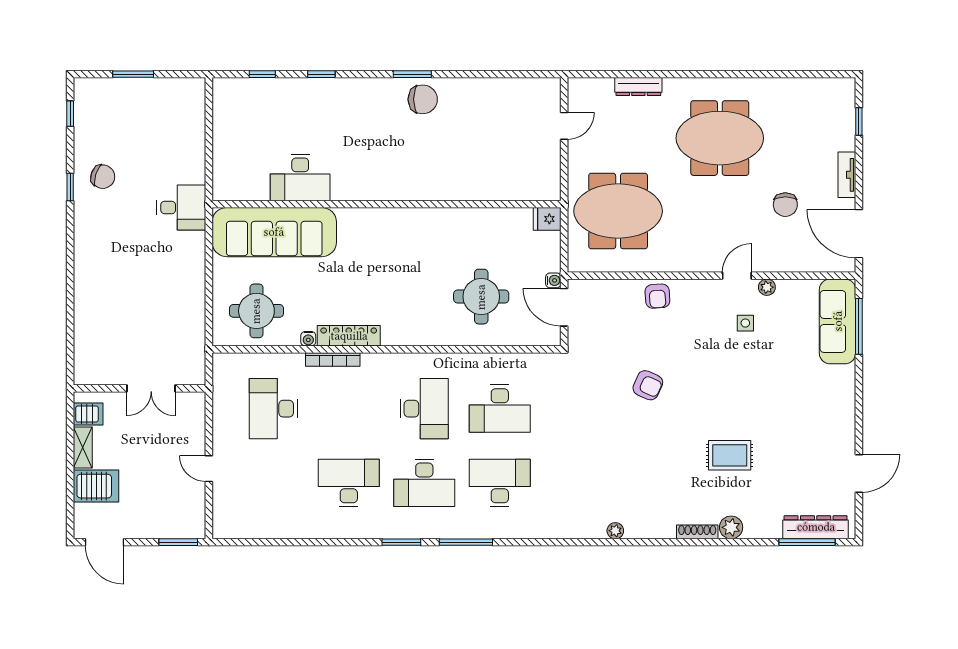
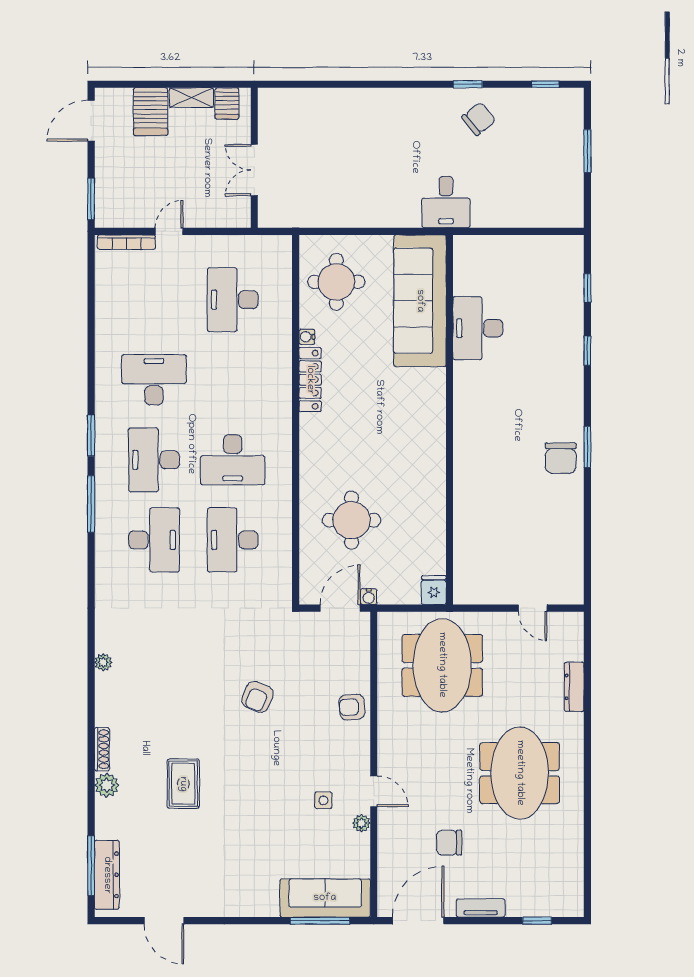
chair: (103, 177) -> (479, 119), turned -147
bookcase: (333, 360) -> (126, 242), moved, turned -90
desk: (273, 409) -> (233, 300), turned -90
desk: (349, 483) -> (154, 380), turned -90

